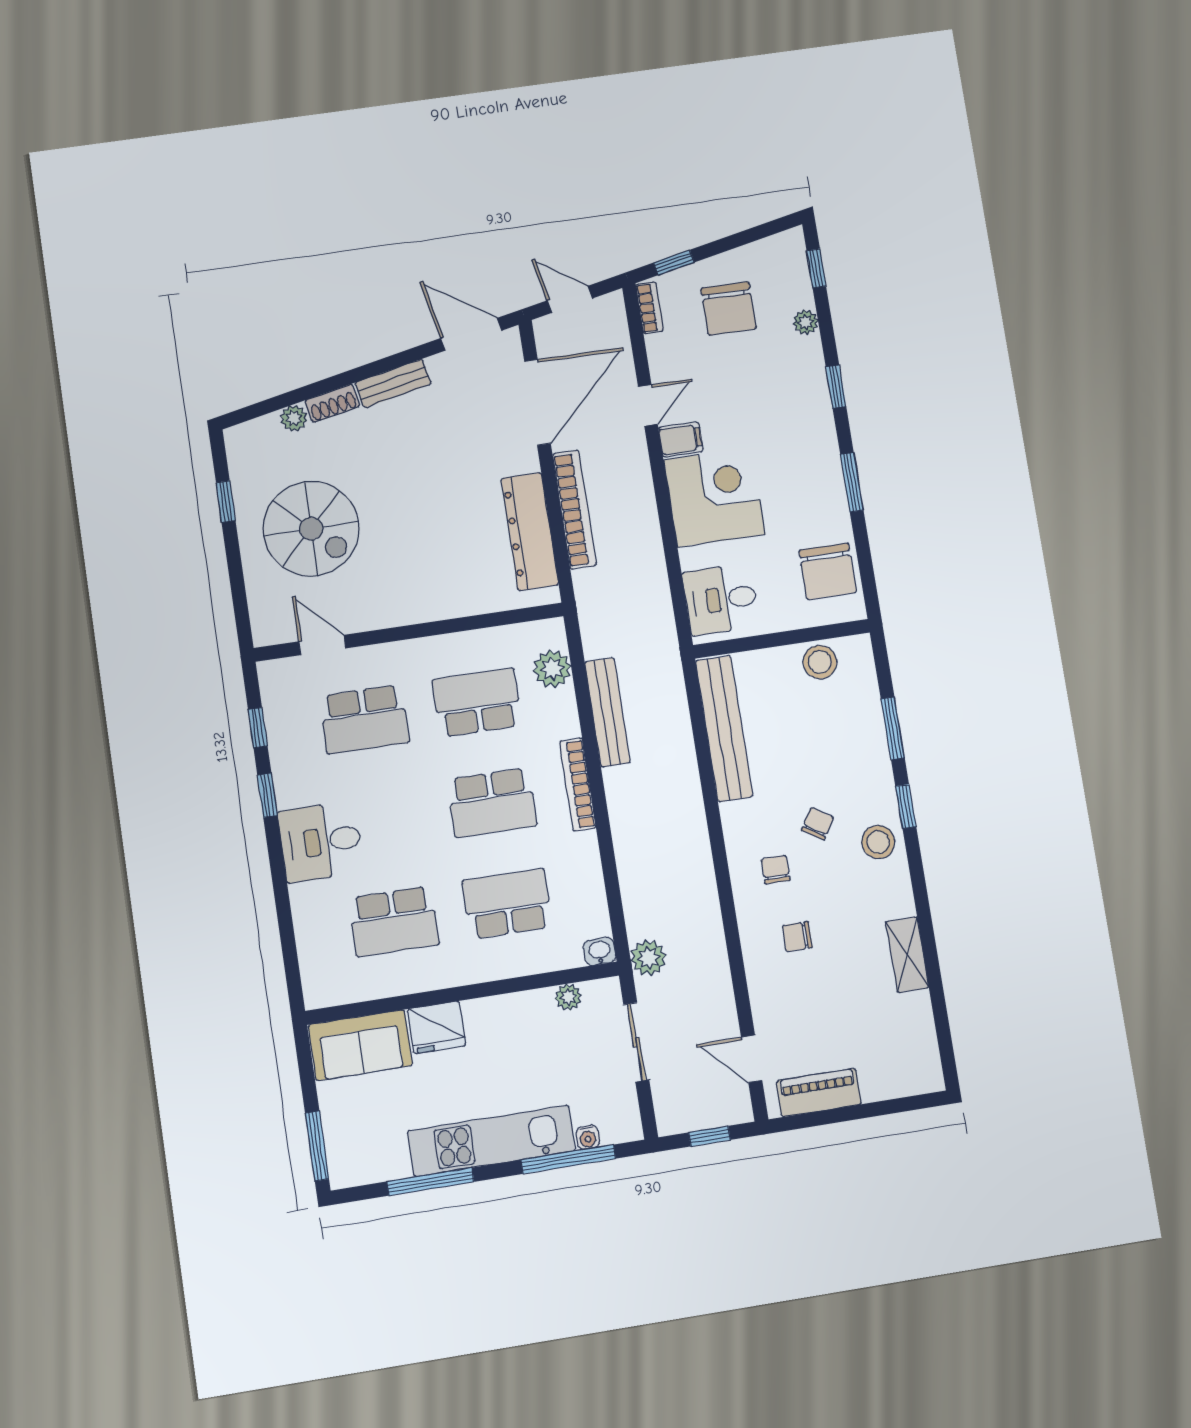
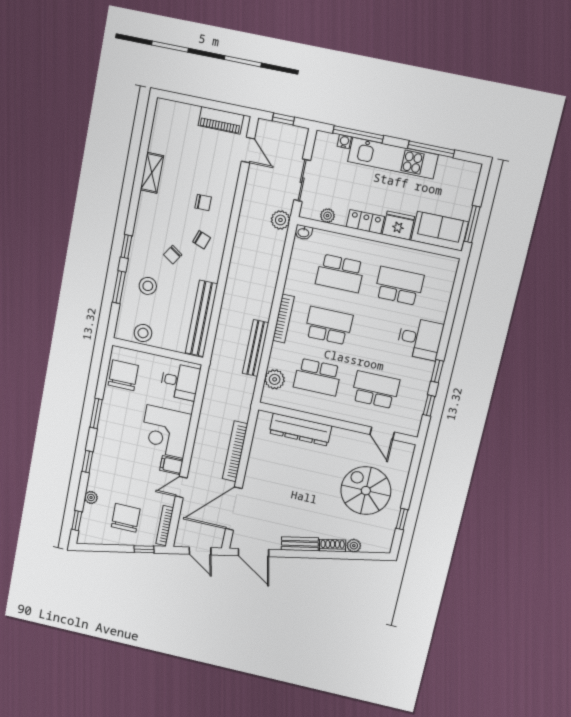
bookcase: (649, 308) -> (165, 526), width x1.56
dresser: (530, 532) -> (300, 429), moved, turned 90
stool: (878, 842) -> (148, 286), moved
chair: (776, 870) -> (202, 240), turned -70
locker: (497, 1012) -> (365, 222), added
window: (317, 1146) -> (472, 224), moved

